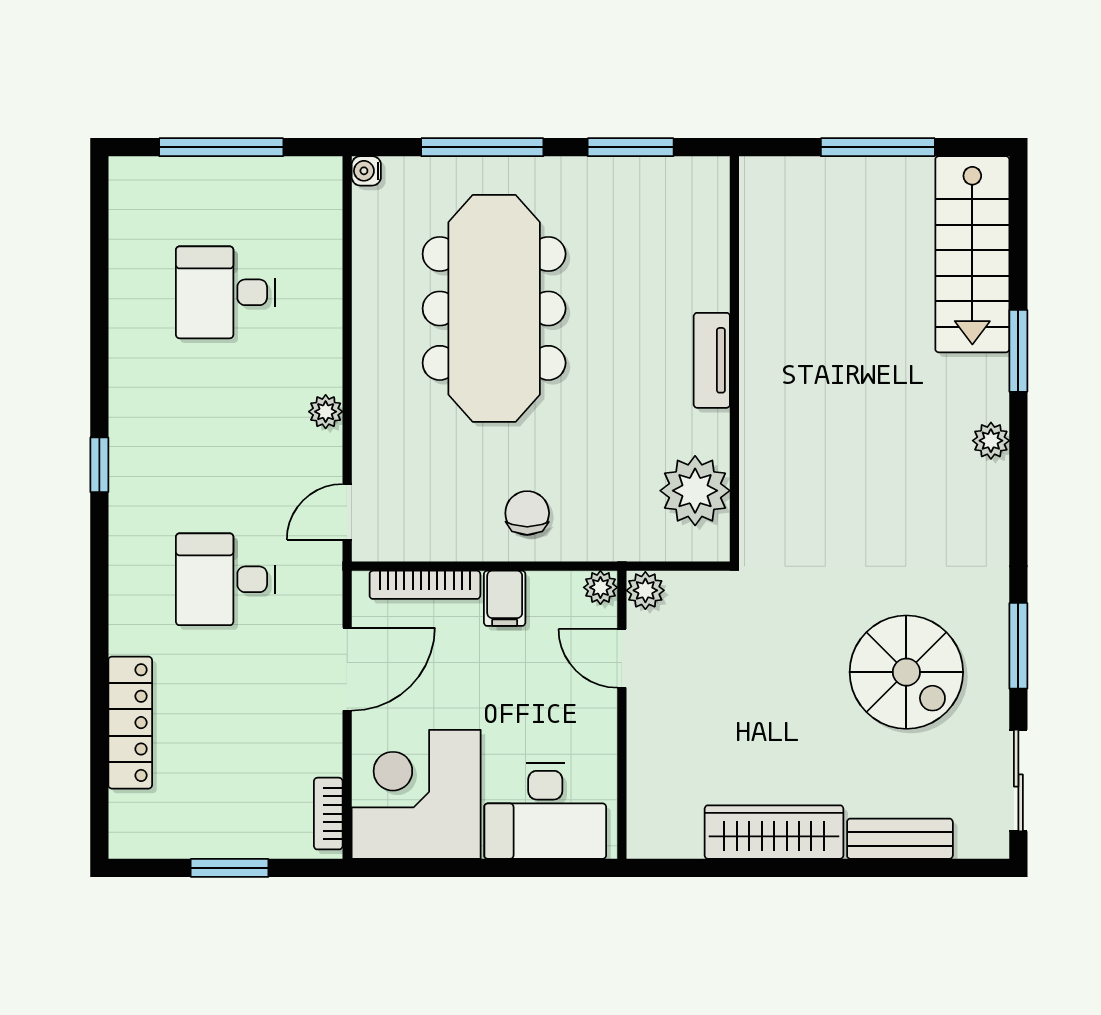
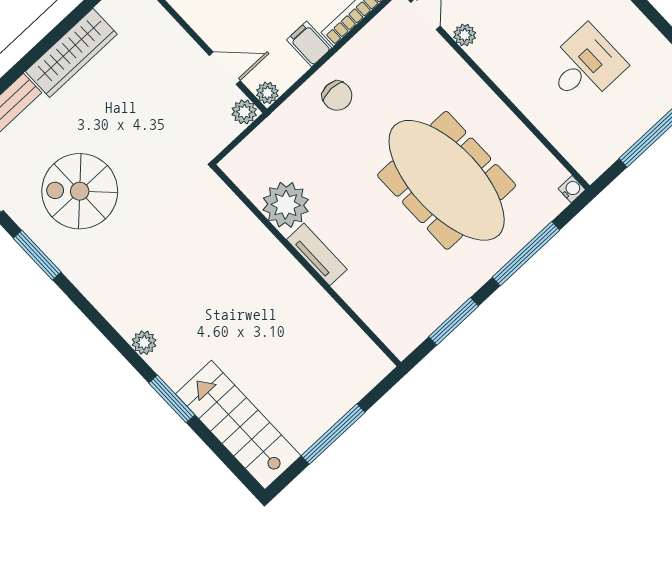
plant: (326, 412) -> (465, 35), moved
plant: (695, 491) -> (286, 205), moved

